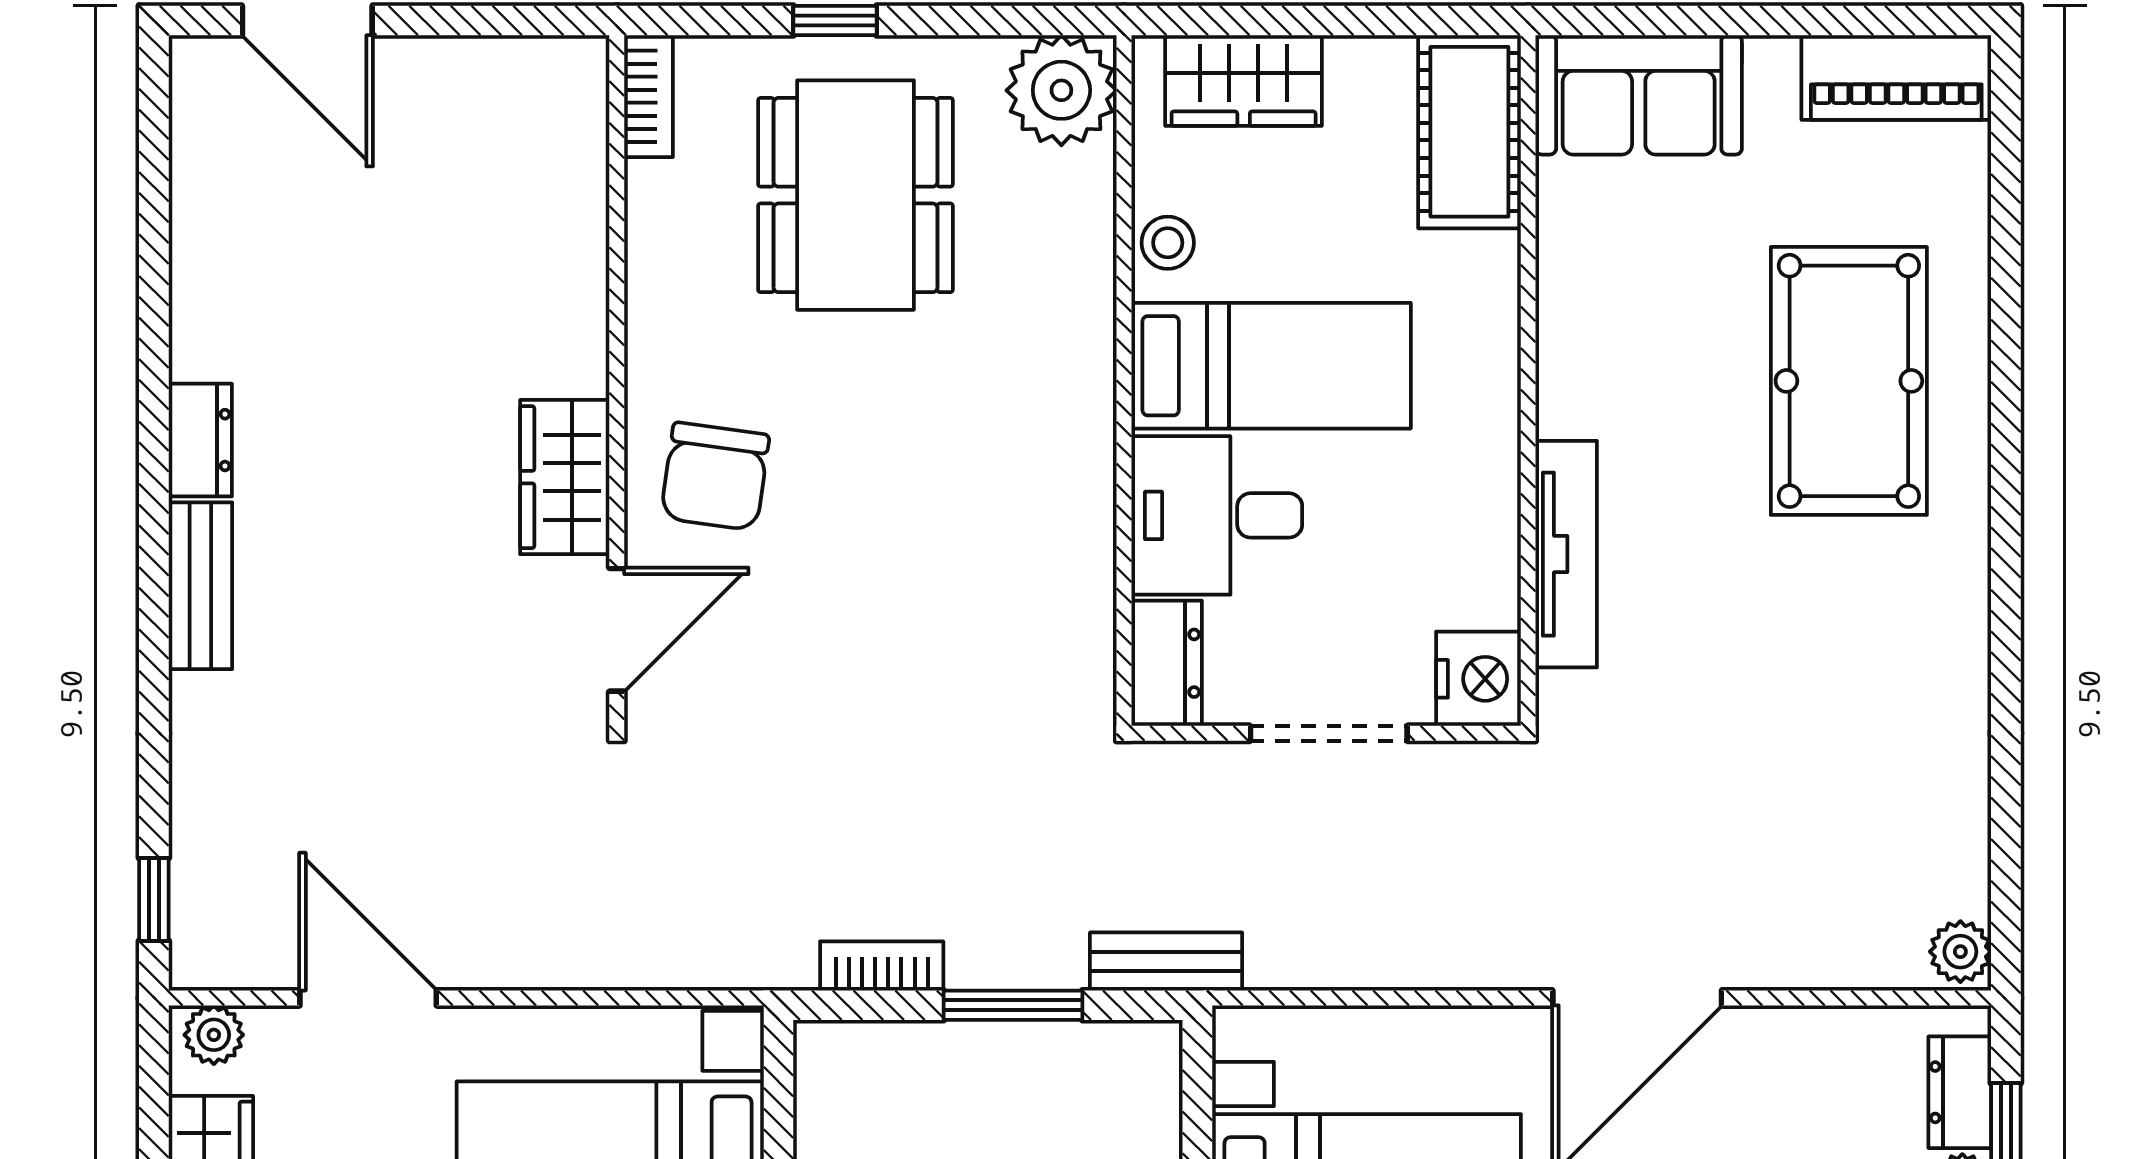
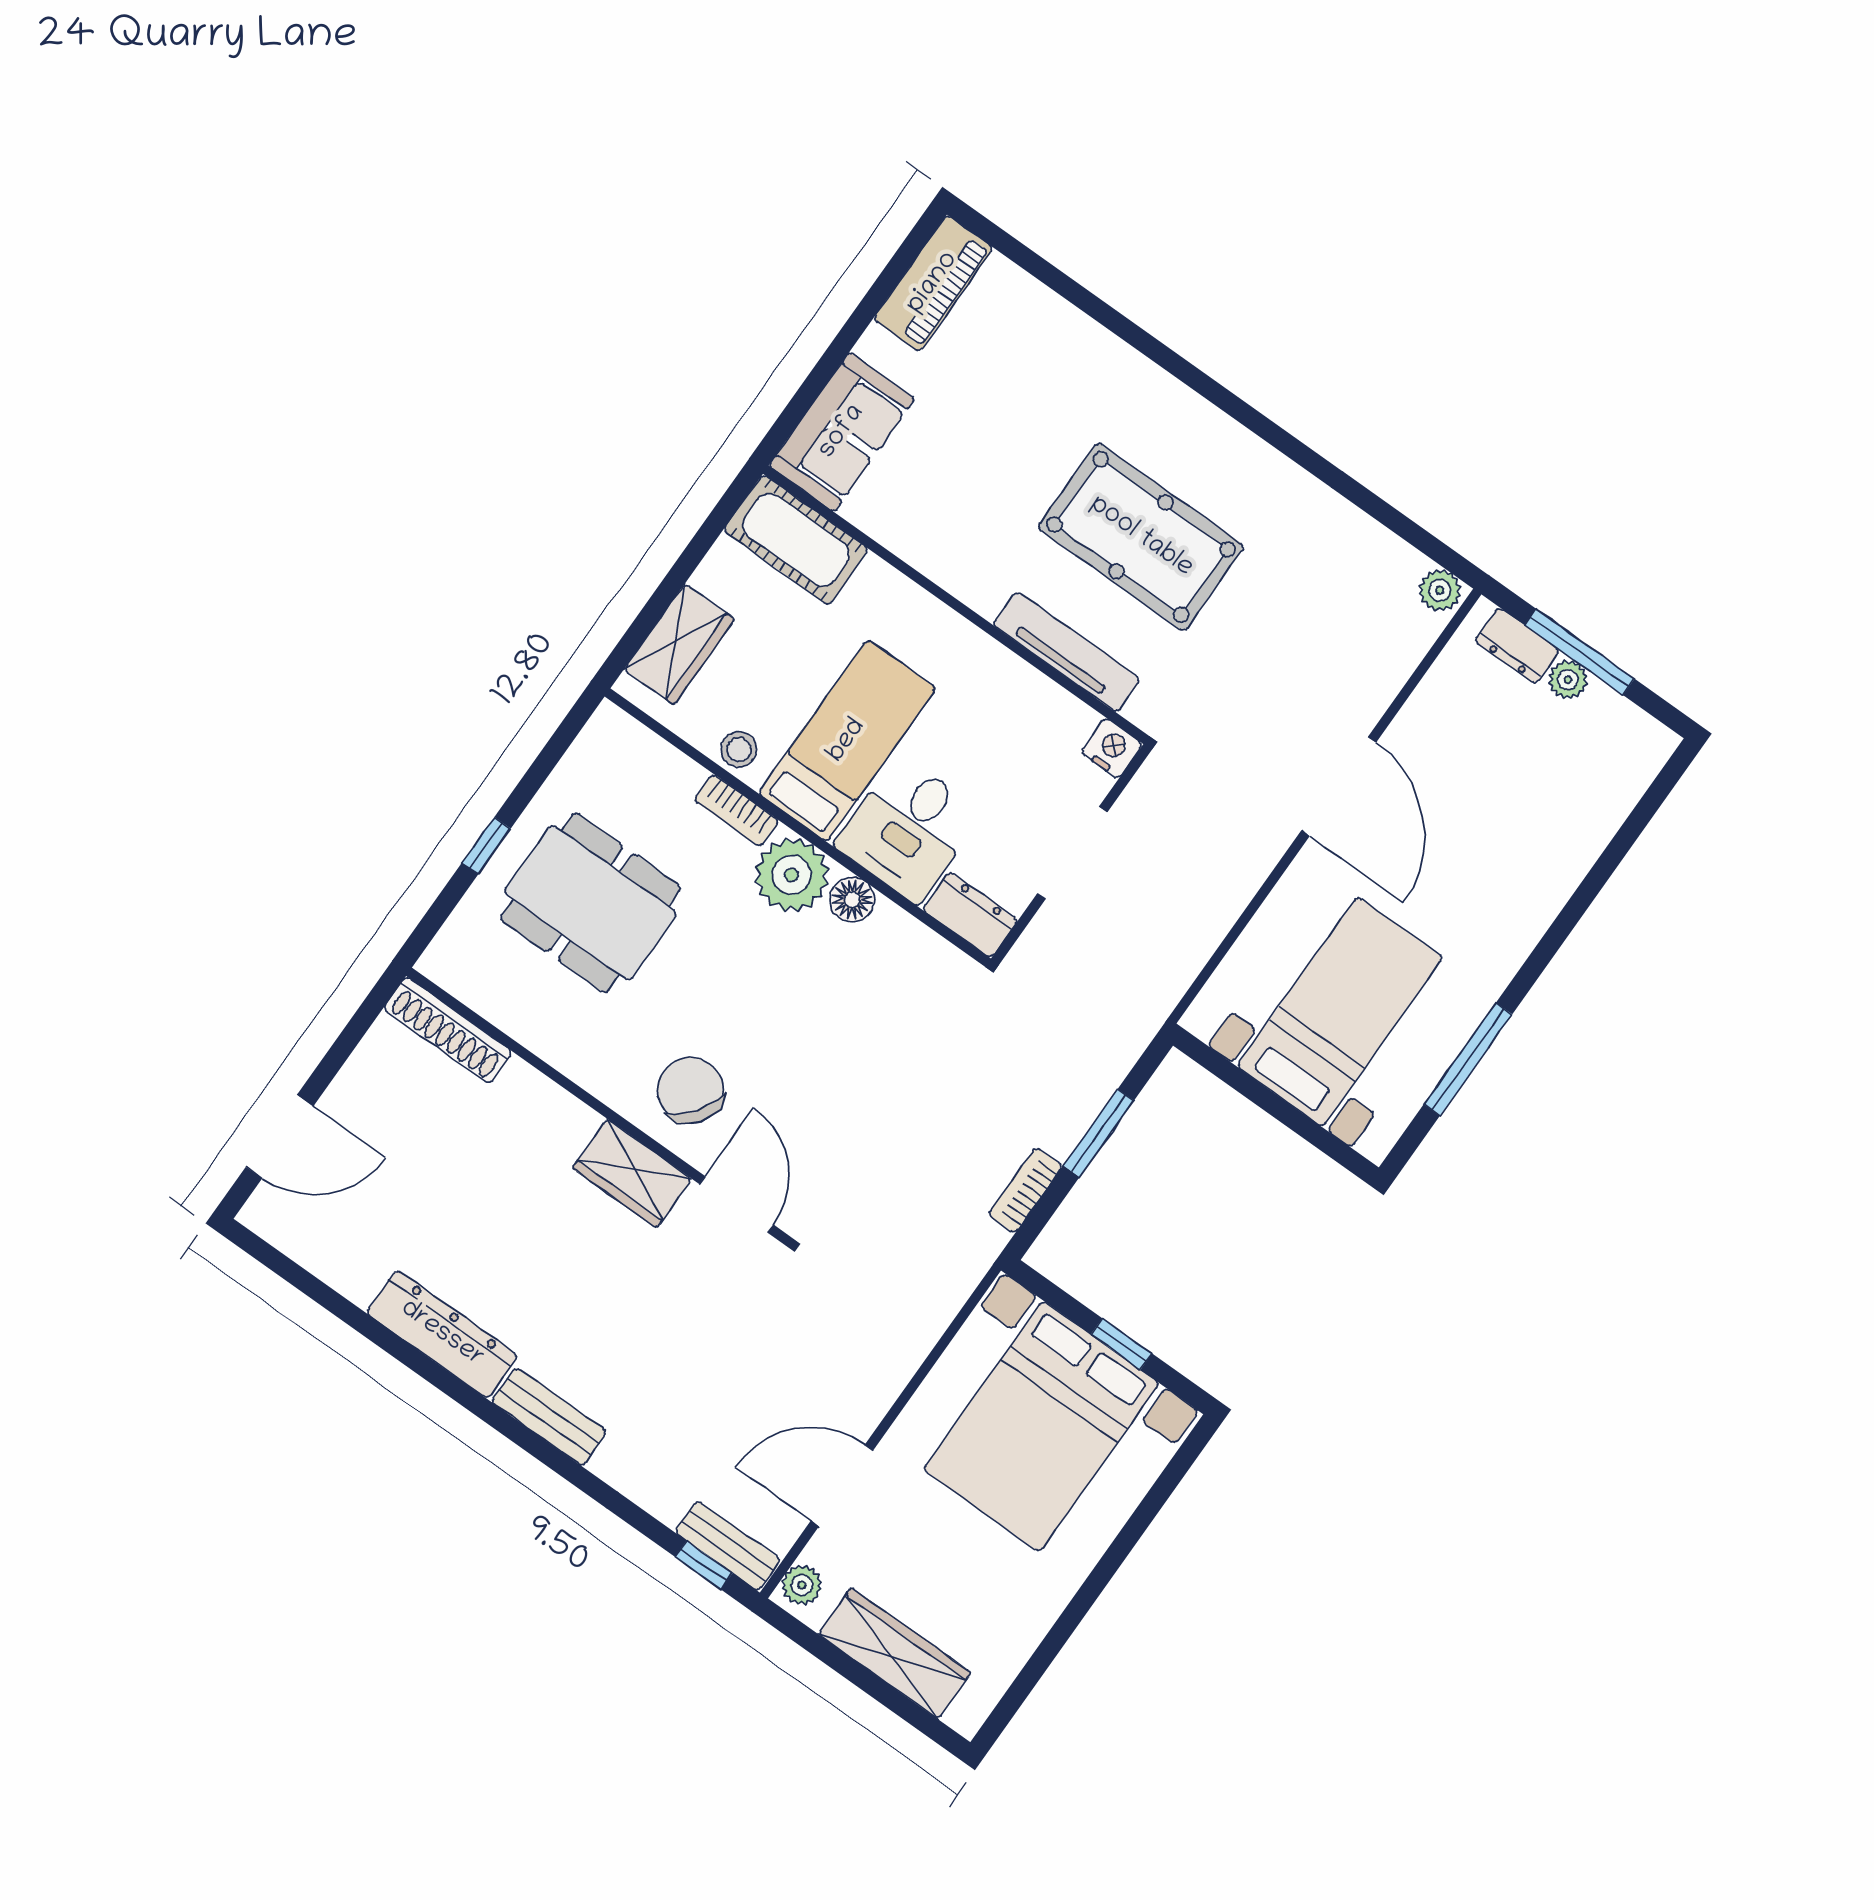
plant: (1061, 90) -> (792, 875), moved
bookcase: (649, 96) -> (736, 810), moved, turned 180
shoe rack: (580, 132) -> (448, 1030), added
pool table: (1849, 381) -> (1141, 537), moved
dresser: (200, 440) -> (442, 1334), width x1.96, depth x1.24
chair: (715, 476) -> (690, 1090), turned -152
floor lamp: (1084, 508) -> (852, 900), added
nightstand: (1478, 679) -> (1112, 748), width x0.74, depth x0.75
bench: (1166, 961) -> (728, 1546), moved, turned 90

